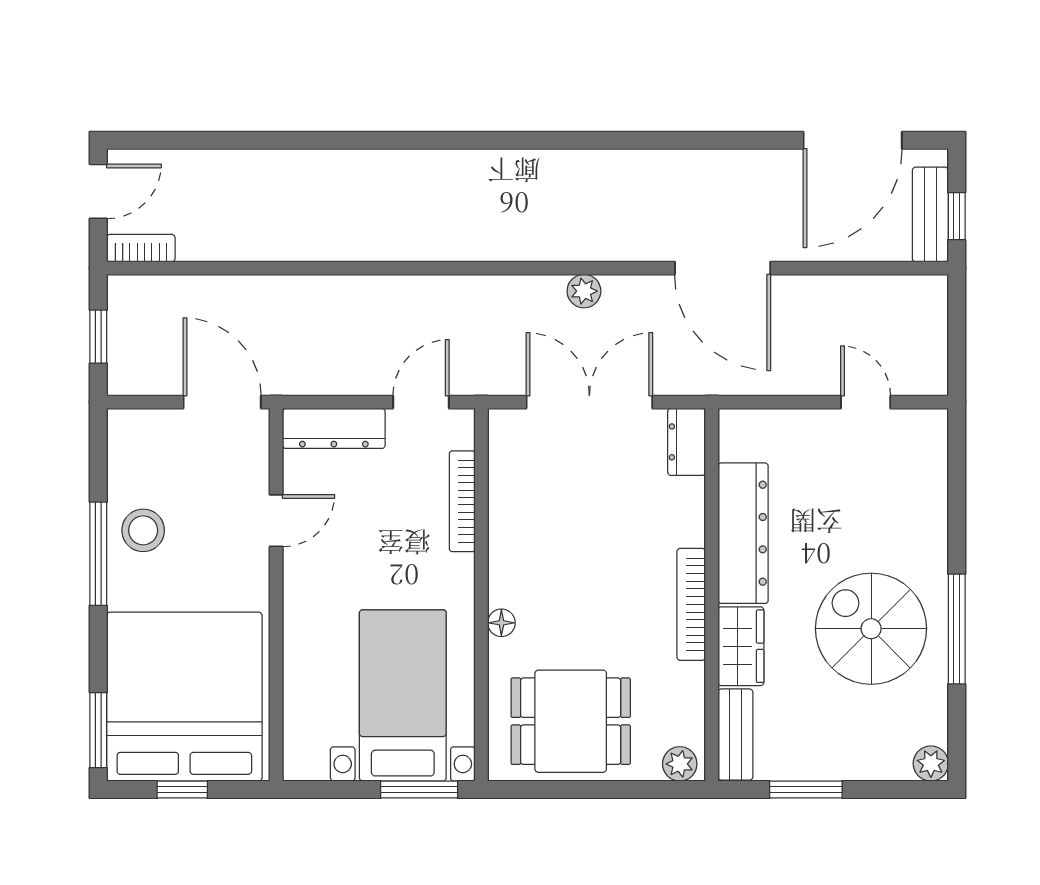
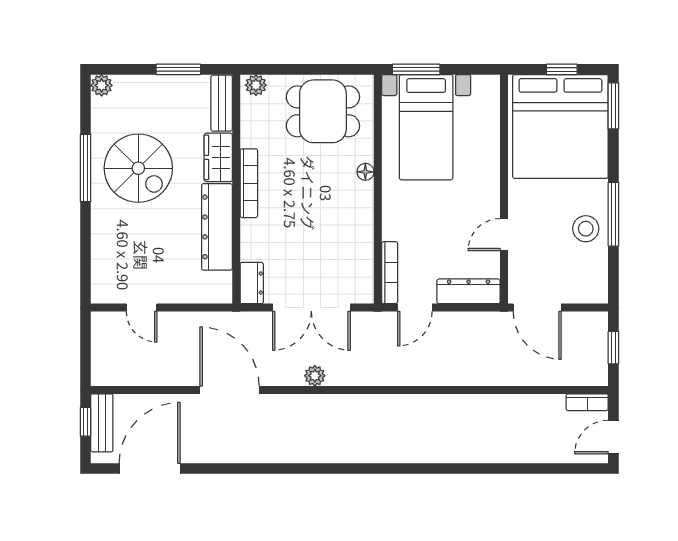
bookcase: (462, 501) -> (390, 273), moved

